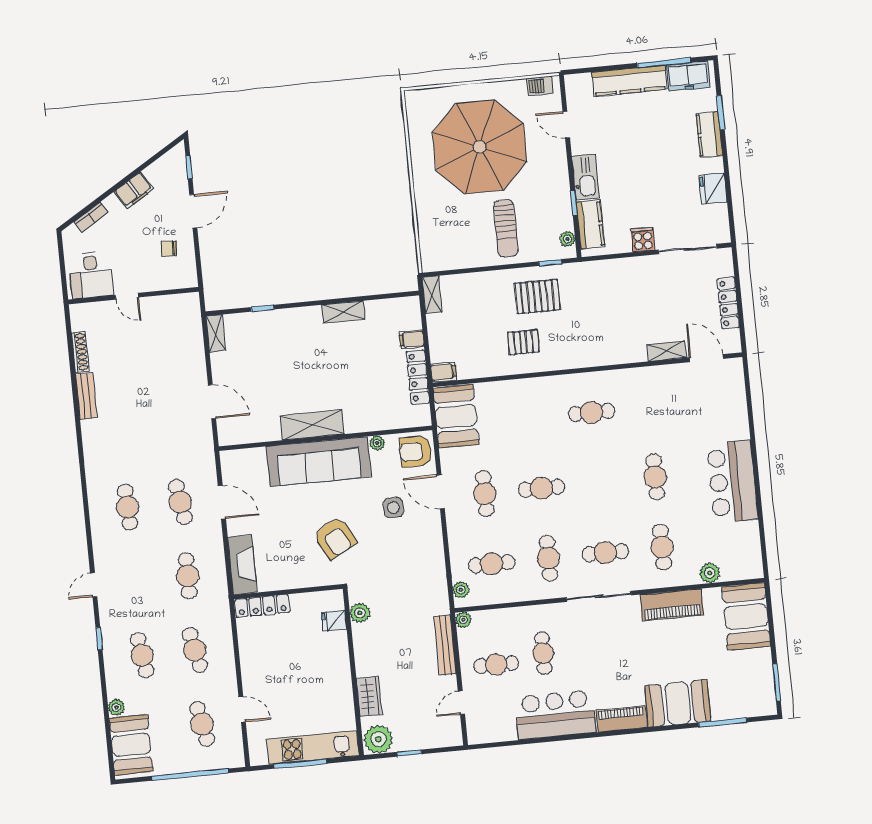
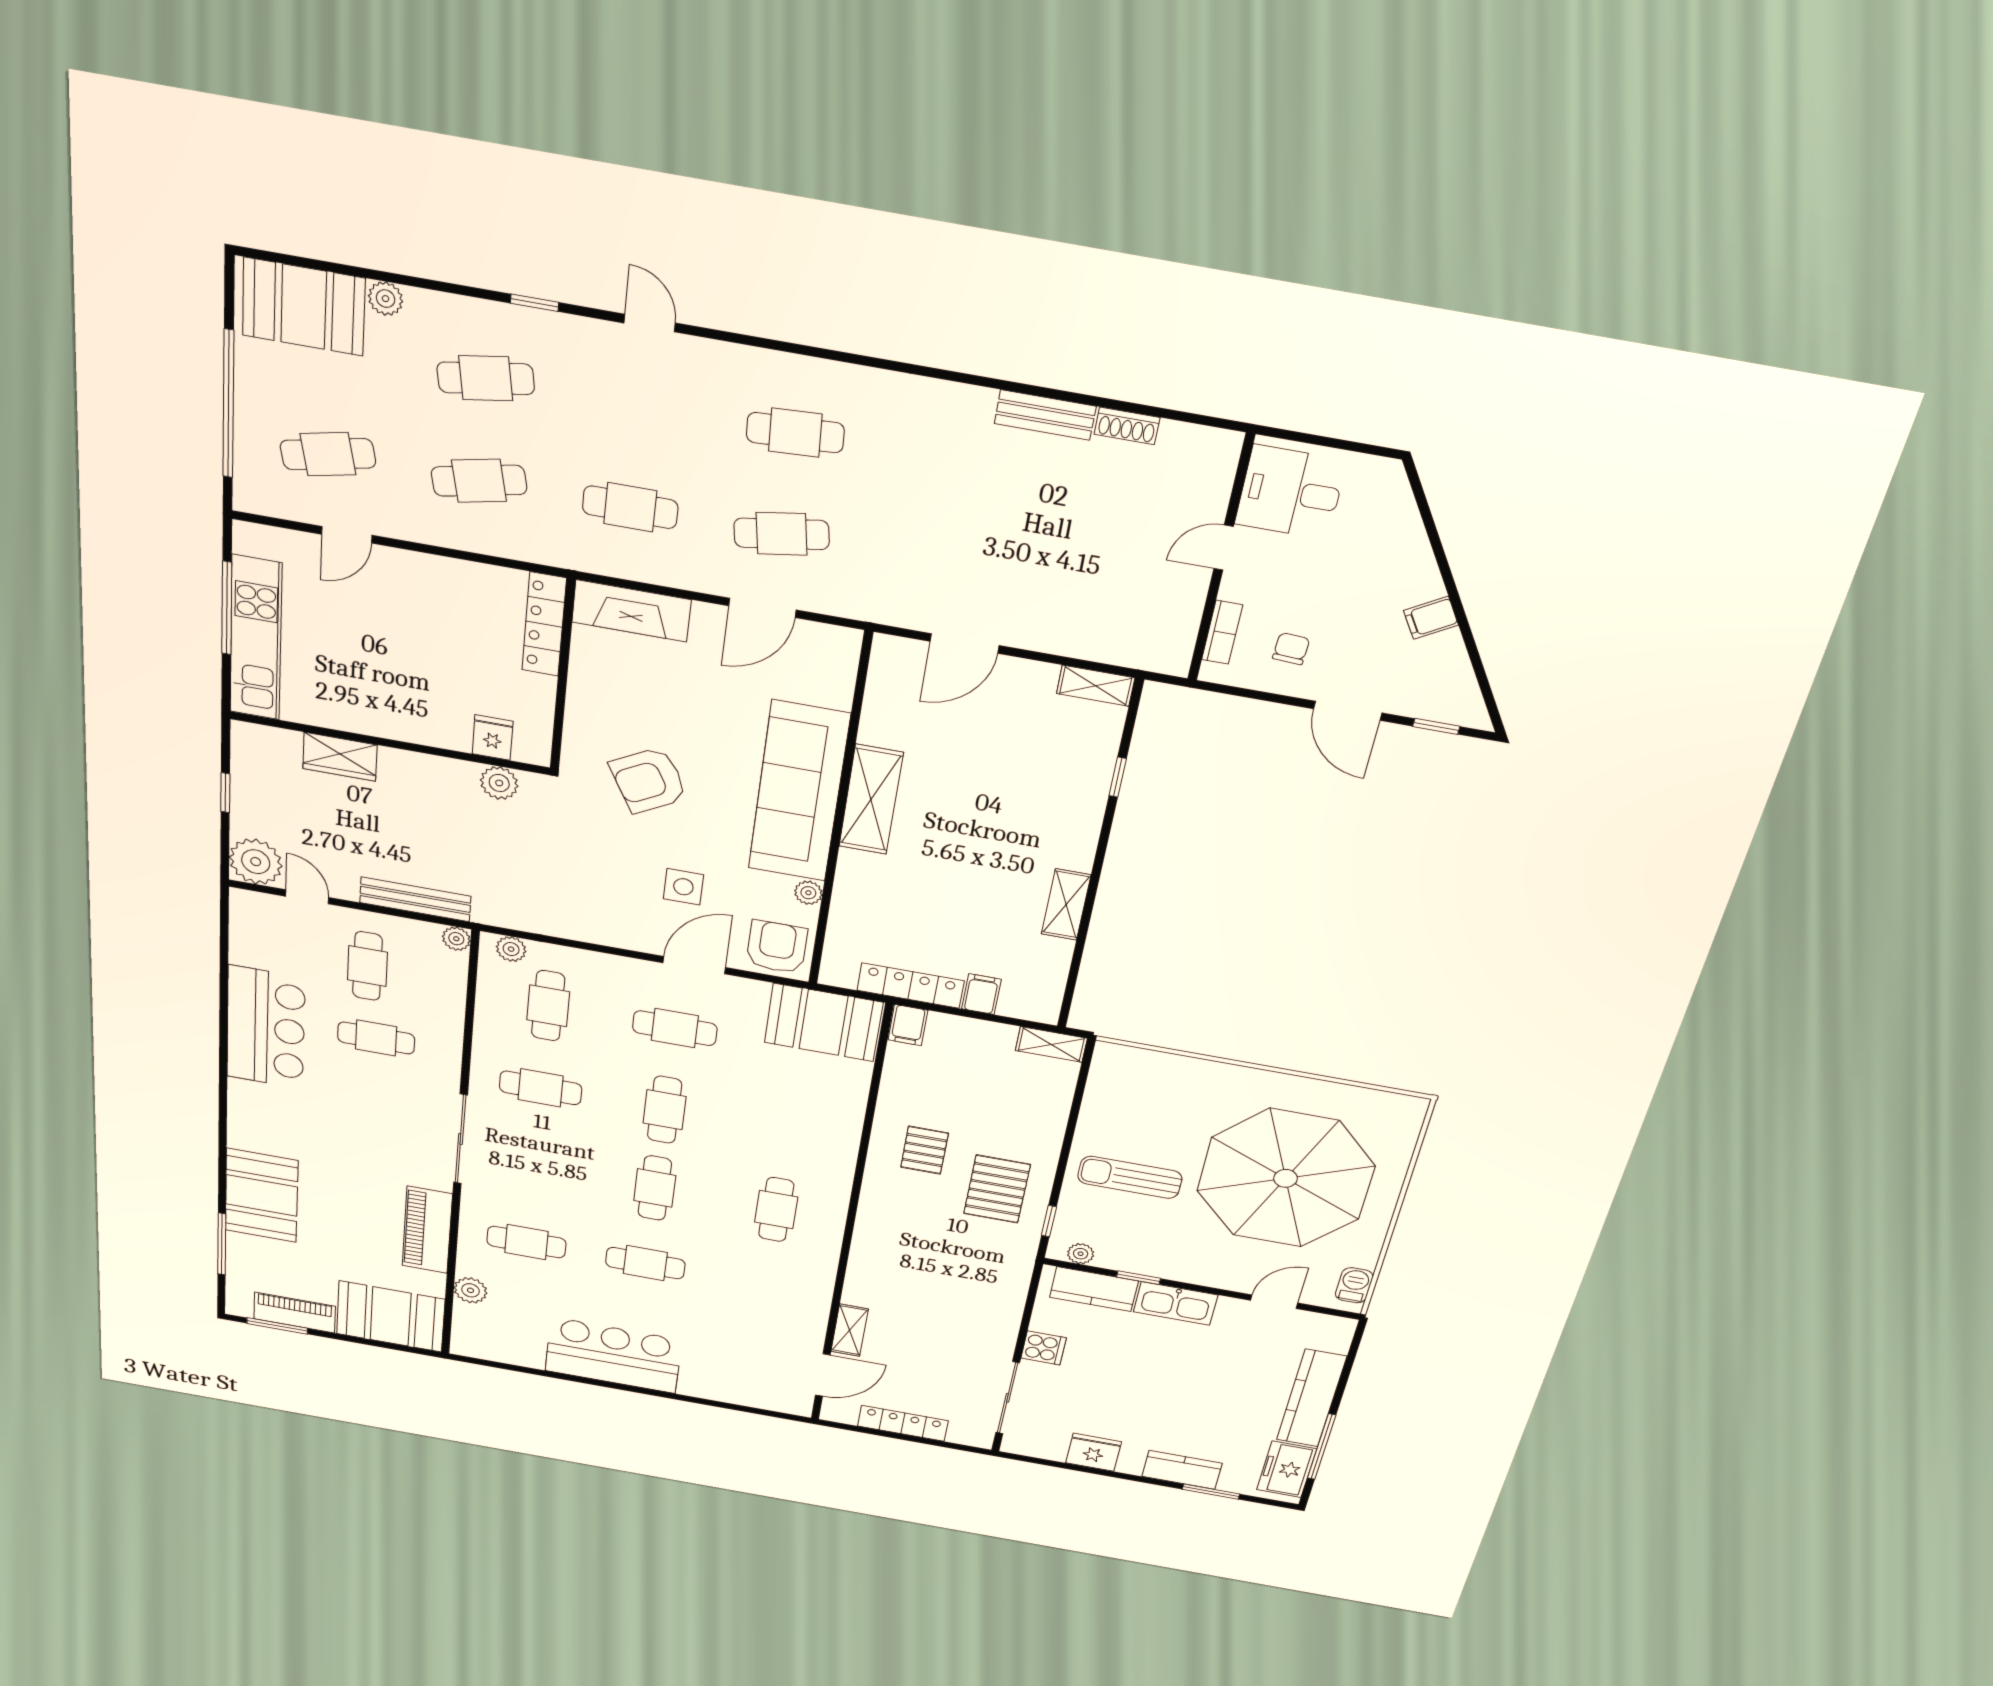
filing cabinet: (134, 190) -> (1431, 618), width x0.50
bookcase: (91, 217) -> (1222, 632), moved, turned -149
shoe rack: (80, 352) -> (1127, 426), width x0.70
cafe table: (605, 553) -> (655, 1188), moved
piano: (621, 719) -> (295, 1313), moved, turned -90
plant: (378, 739) -> (256, 862), moved

